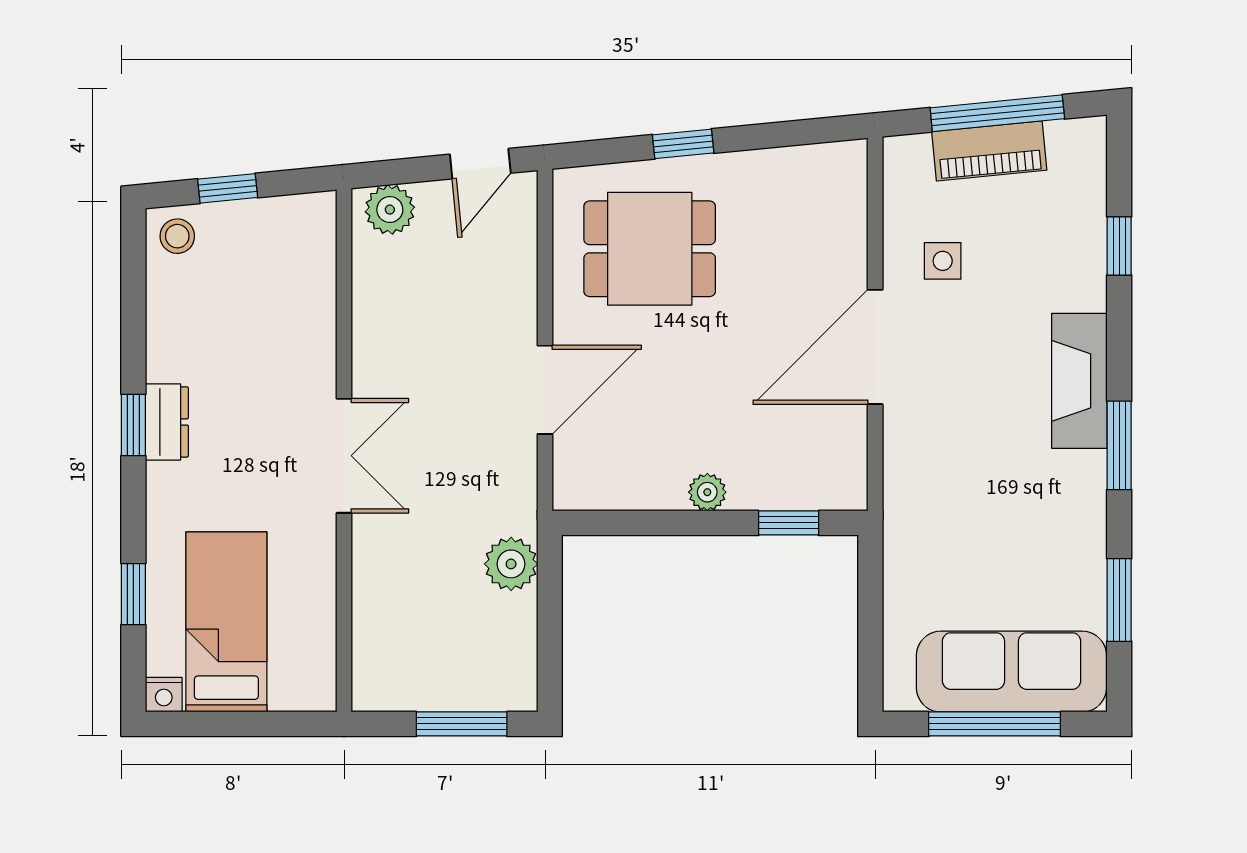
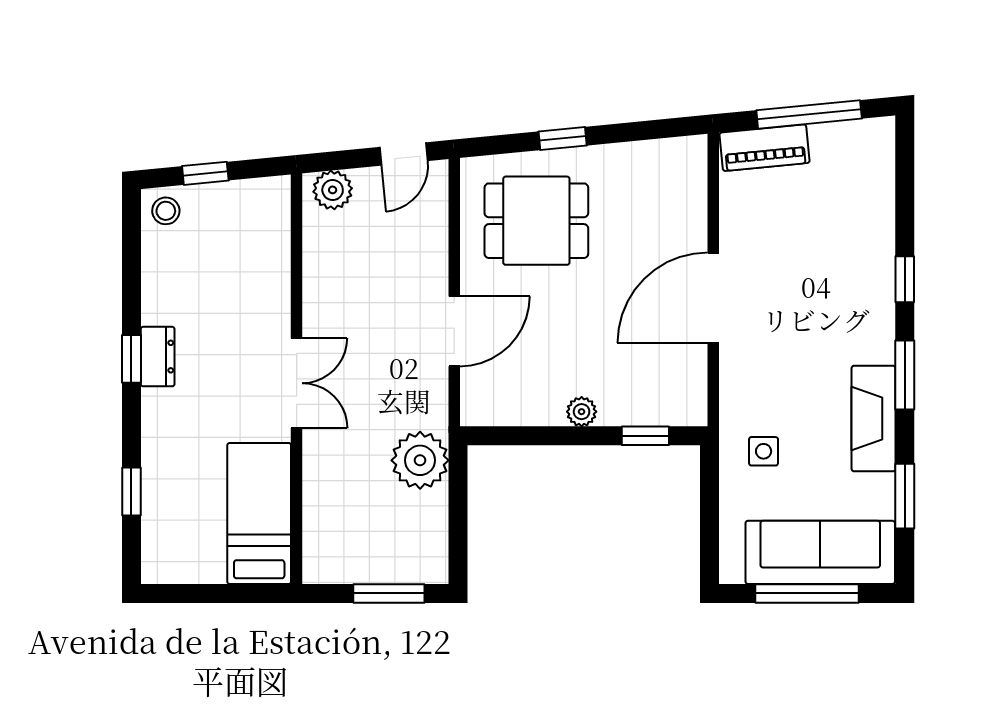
piano: (989, 151) -> (765, 148), moved
window: (1119, 246) -> (905, 279), moved
side table: (943, 261) -> (764, 451), moved
fireplace: (1079, 381) -> (874, 418), moved
plant: (511, 564) -> (420, 460), width x1.36, depth x1.36
bed: (226, 622) -> (259, 513), moved
nightstand: (164, 695) -> (155, 571), removed

